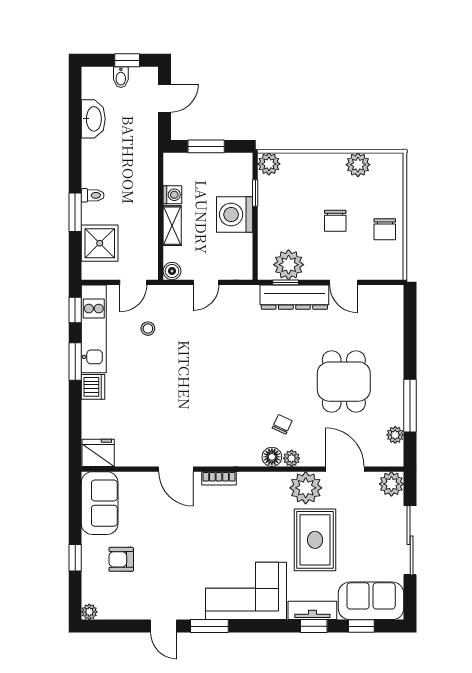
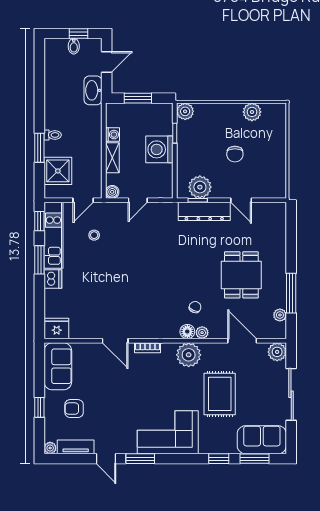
washbasin: (93, 119) -> (93, 90), moved, turned 180
chair: (385, 229) -> (272, 160), removed
plant: (306, 488) -> (189, 355), moved
tv unit: (312, 610) -> (76, 447), moved
window: (361, 626) -> (255, 459), width x1.50

